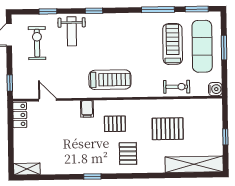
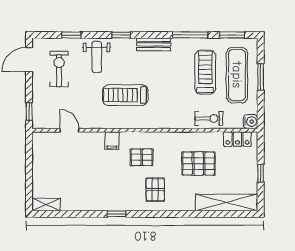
bench: (124, 19) -> (154, 44), added
treadmill: (110, 80) -> (125, 95), moved, turned 180
locker: (20, 115) -> (237, 139), moved, turned 90

